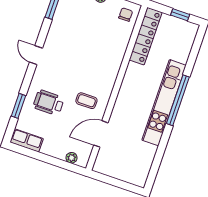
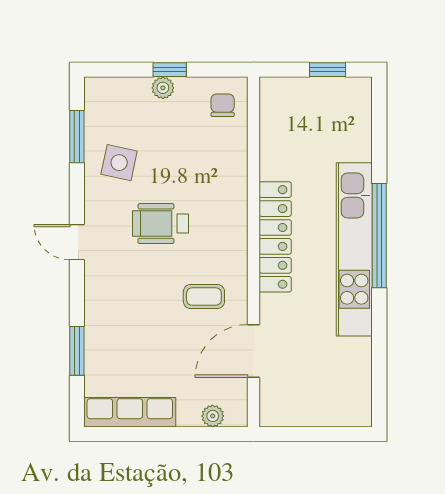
side table: (68, 25) -> (119, 163), added
locker: (146, 36) -> (275, 237), moved
wheelchair: (49, 103) -> (160, 224), moved
row of seats: (27, 140) -> (130, 412), width x1.48

